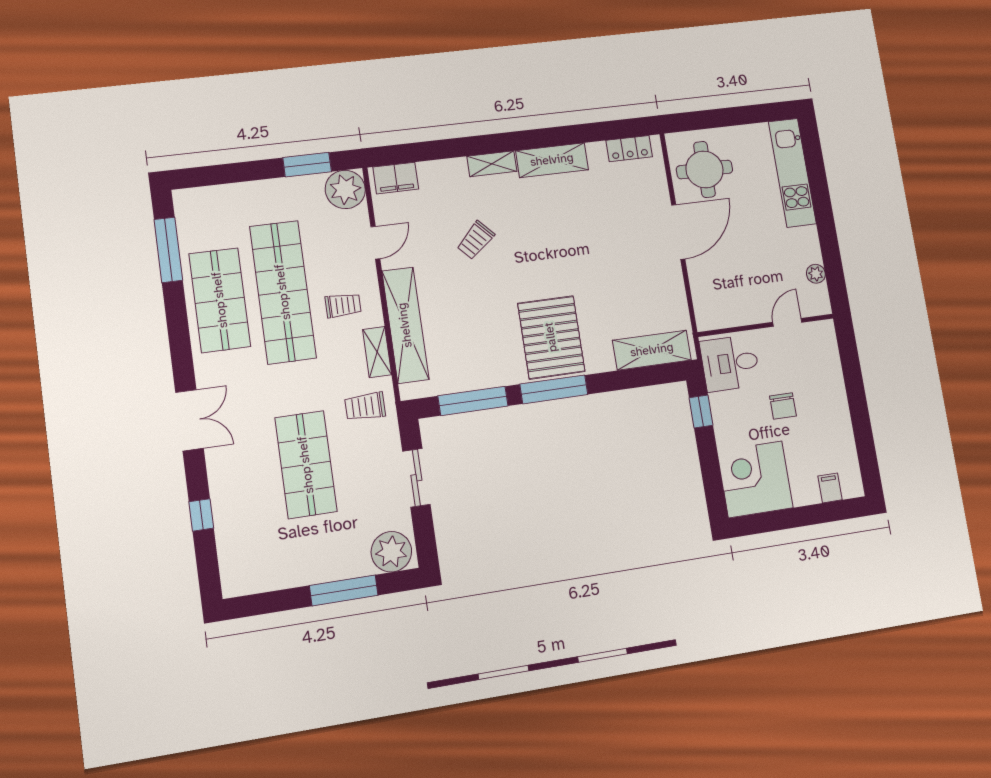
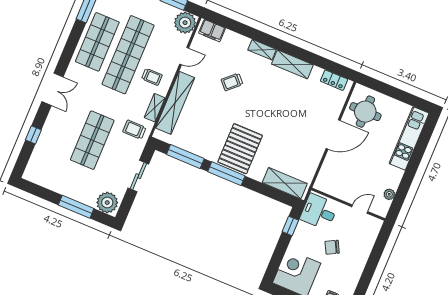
chair: (783, 406) -> (332, 247), turned 62

